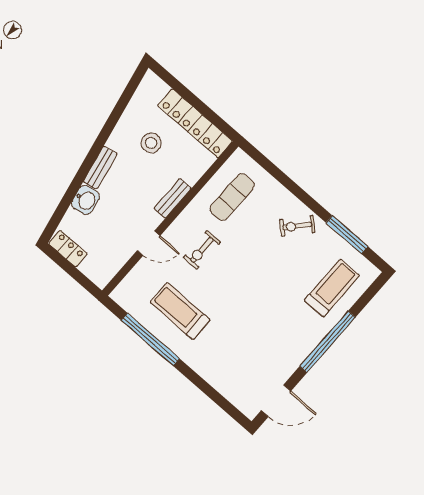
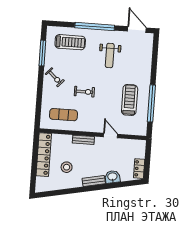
exercise bike: (202, 250) -> (84, 92), moved
treadmill: (332, 288) -> (70, 42), turned 180
treadmill: (180, 311) -> (130, 100), turned 180
weight bench: (268, 332) -> (110, 55), added

